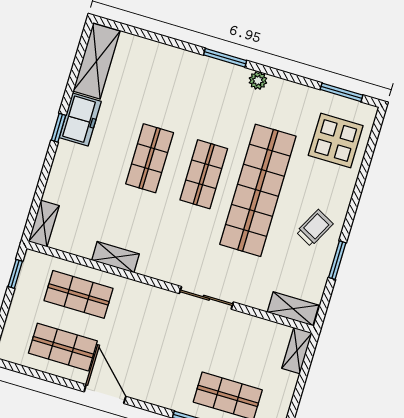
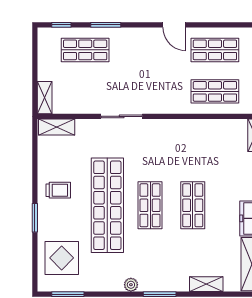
trolley: (315, 228) -> (58, 190), turned -118
shelving: (115, 257) -> (206, 284), moved
window: (337, 260) -> (35, 218), moved
door: (105, 394) -> (174, 25), width x0.73

